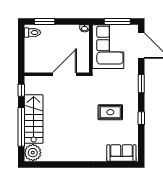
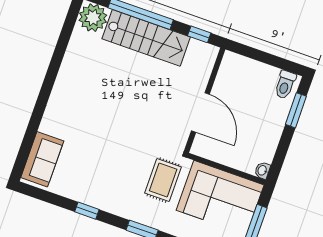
rug: (110, 112) -> (163, 180), moved

